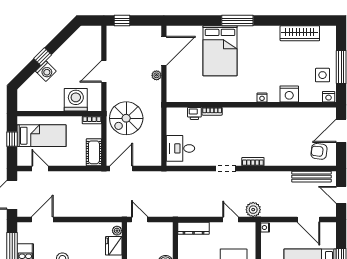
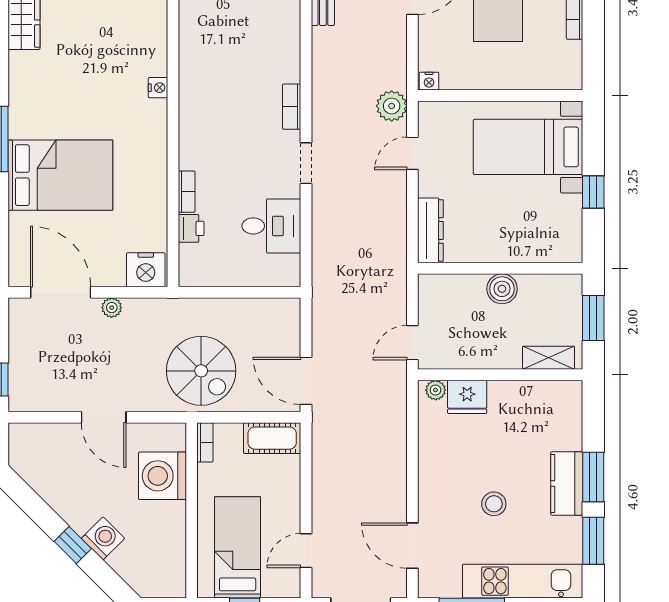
nightstand: (289, 94) -> (146, 270), moved, turned 90
desk: (180, 148) -> (271, 226), moved, turned -90

